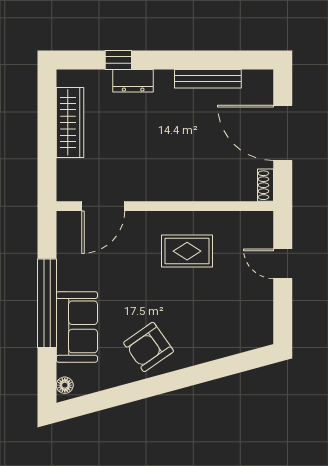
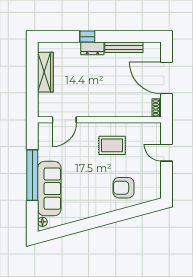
window: (118, 60) -> (87, 37), moved
dresser: (133, 81) -> (92, 48), moved
sofa: (77, 327) -> (49, 189), width x1.36
armchair: (149, 347) -> (124, 188), moved, turned 35

